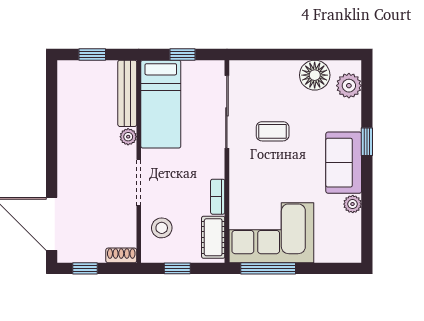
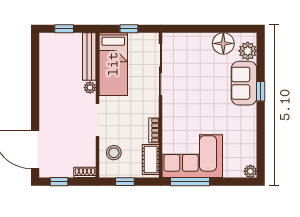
coffee table: (273, 131) -> (193, 84), removed
sofa: (344, 163) -> (244, 83), moved
plant: (353, 204) -> (250, 171), moved

